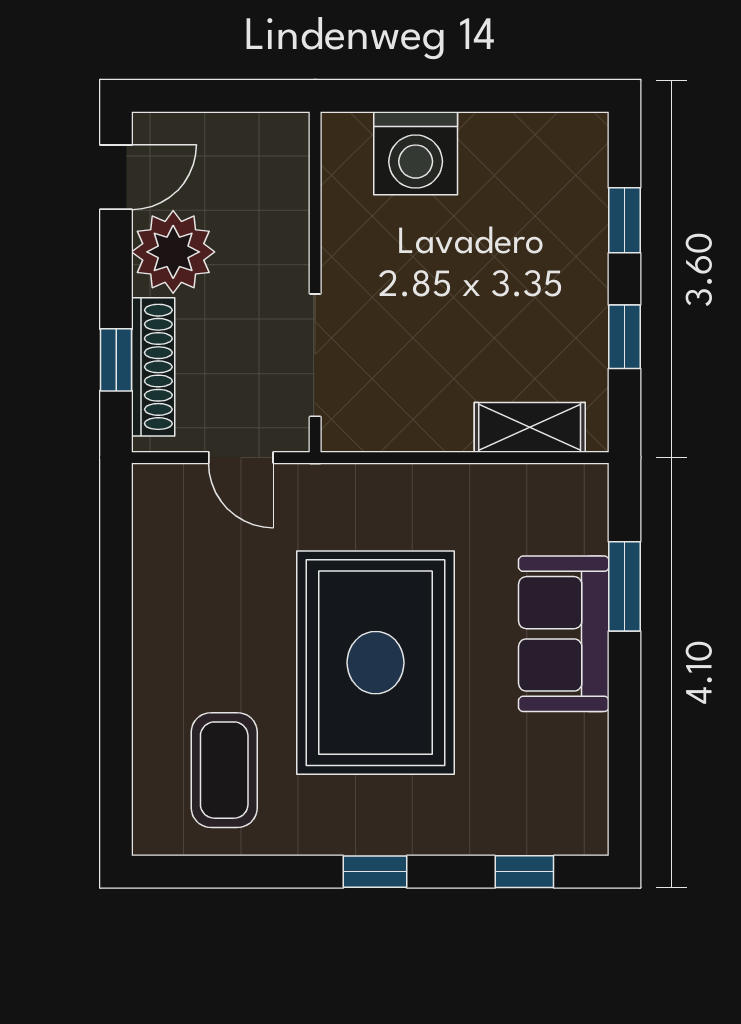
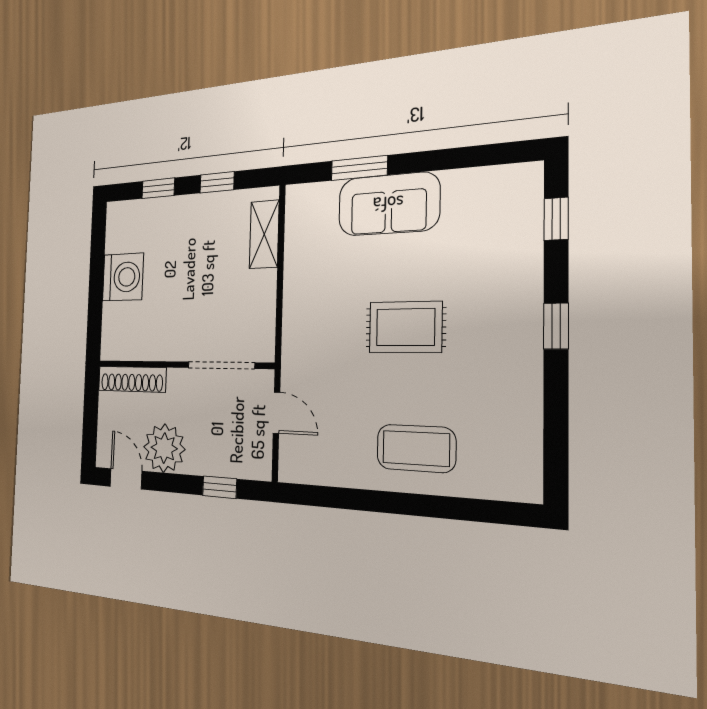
washing machine: (416, 153) -> (123, 277), moved
shoe rack: (153, 367) -> (132, 379), moved, turned 180
door: (241, 458) -> (277, 413), hinge flipped
rug: (376, 663) -> (405, 327), width x0.54, depth x0.49
coffee table: (224, 770) -> (416, 448), moved

